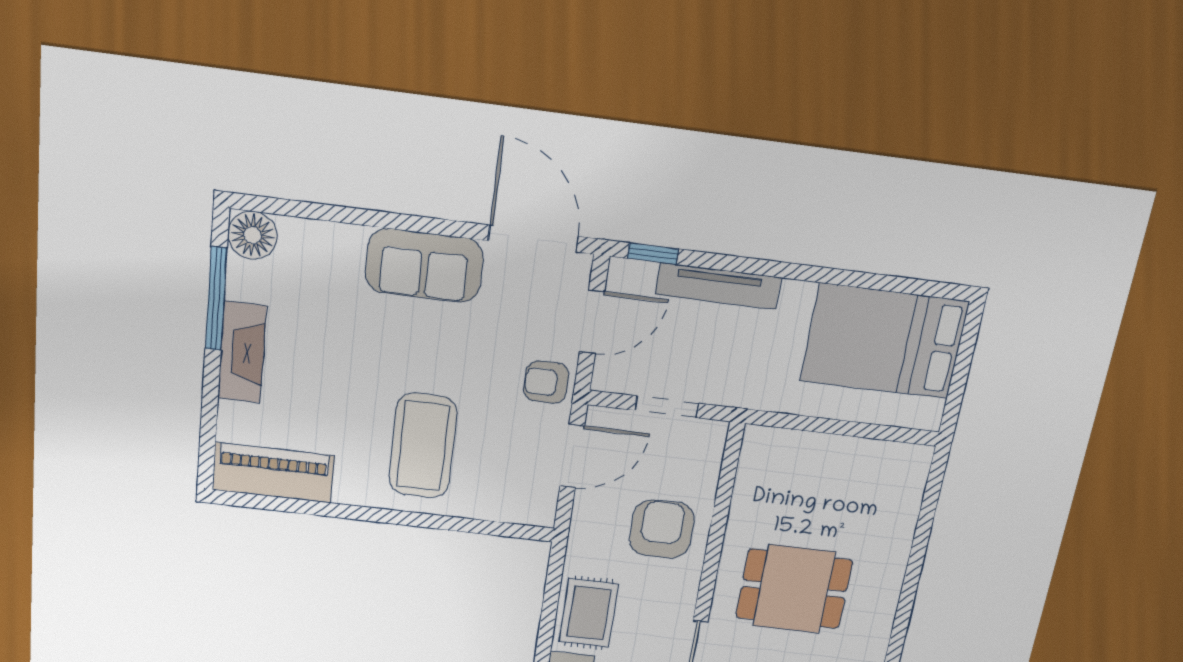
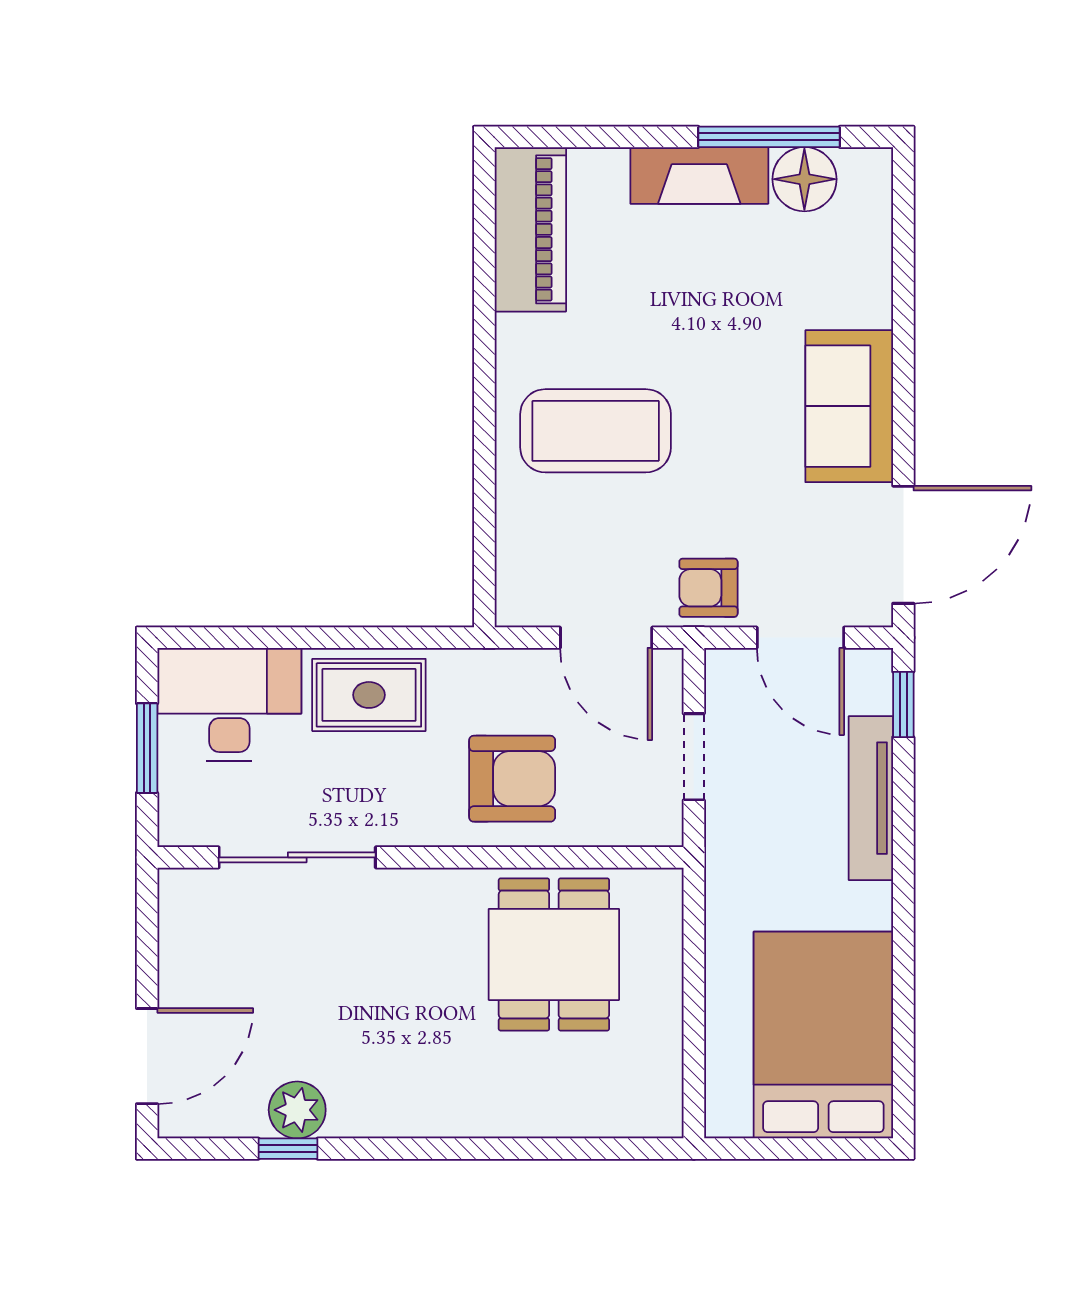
floor lamp: (253, 235) -> (804, 179), moved
armchair: (546, 382) -> (708, 588), turned -90
dining table: (794, 589) -> (554, 954), moved

